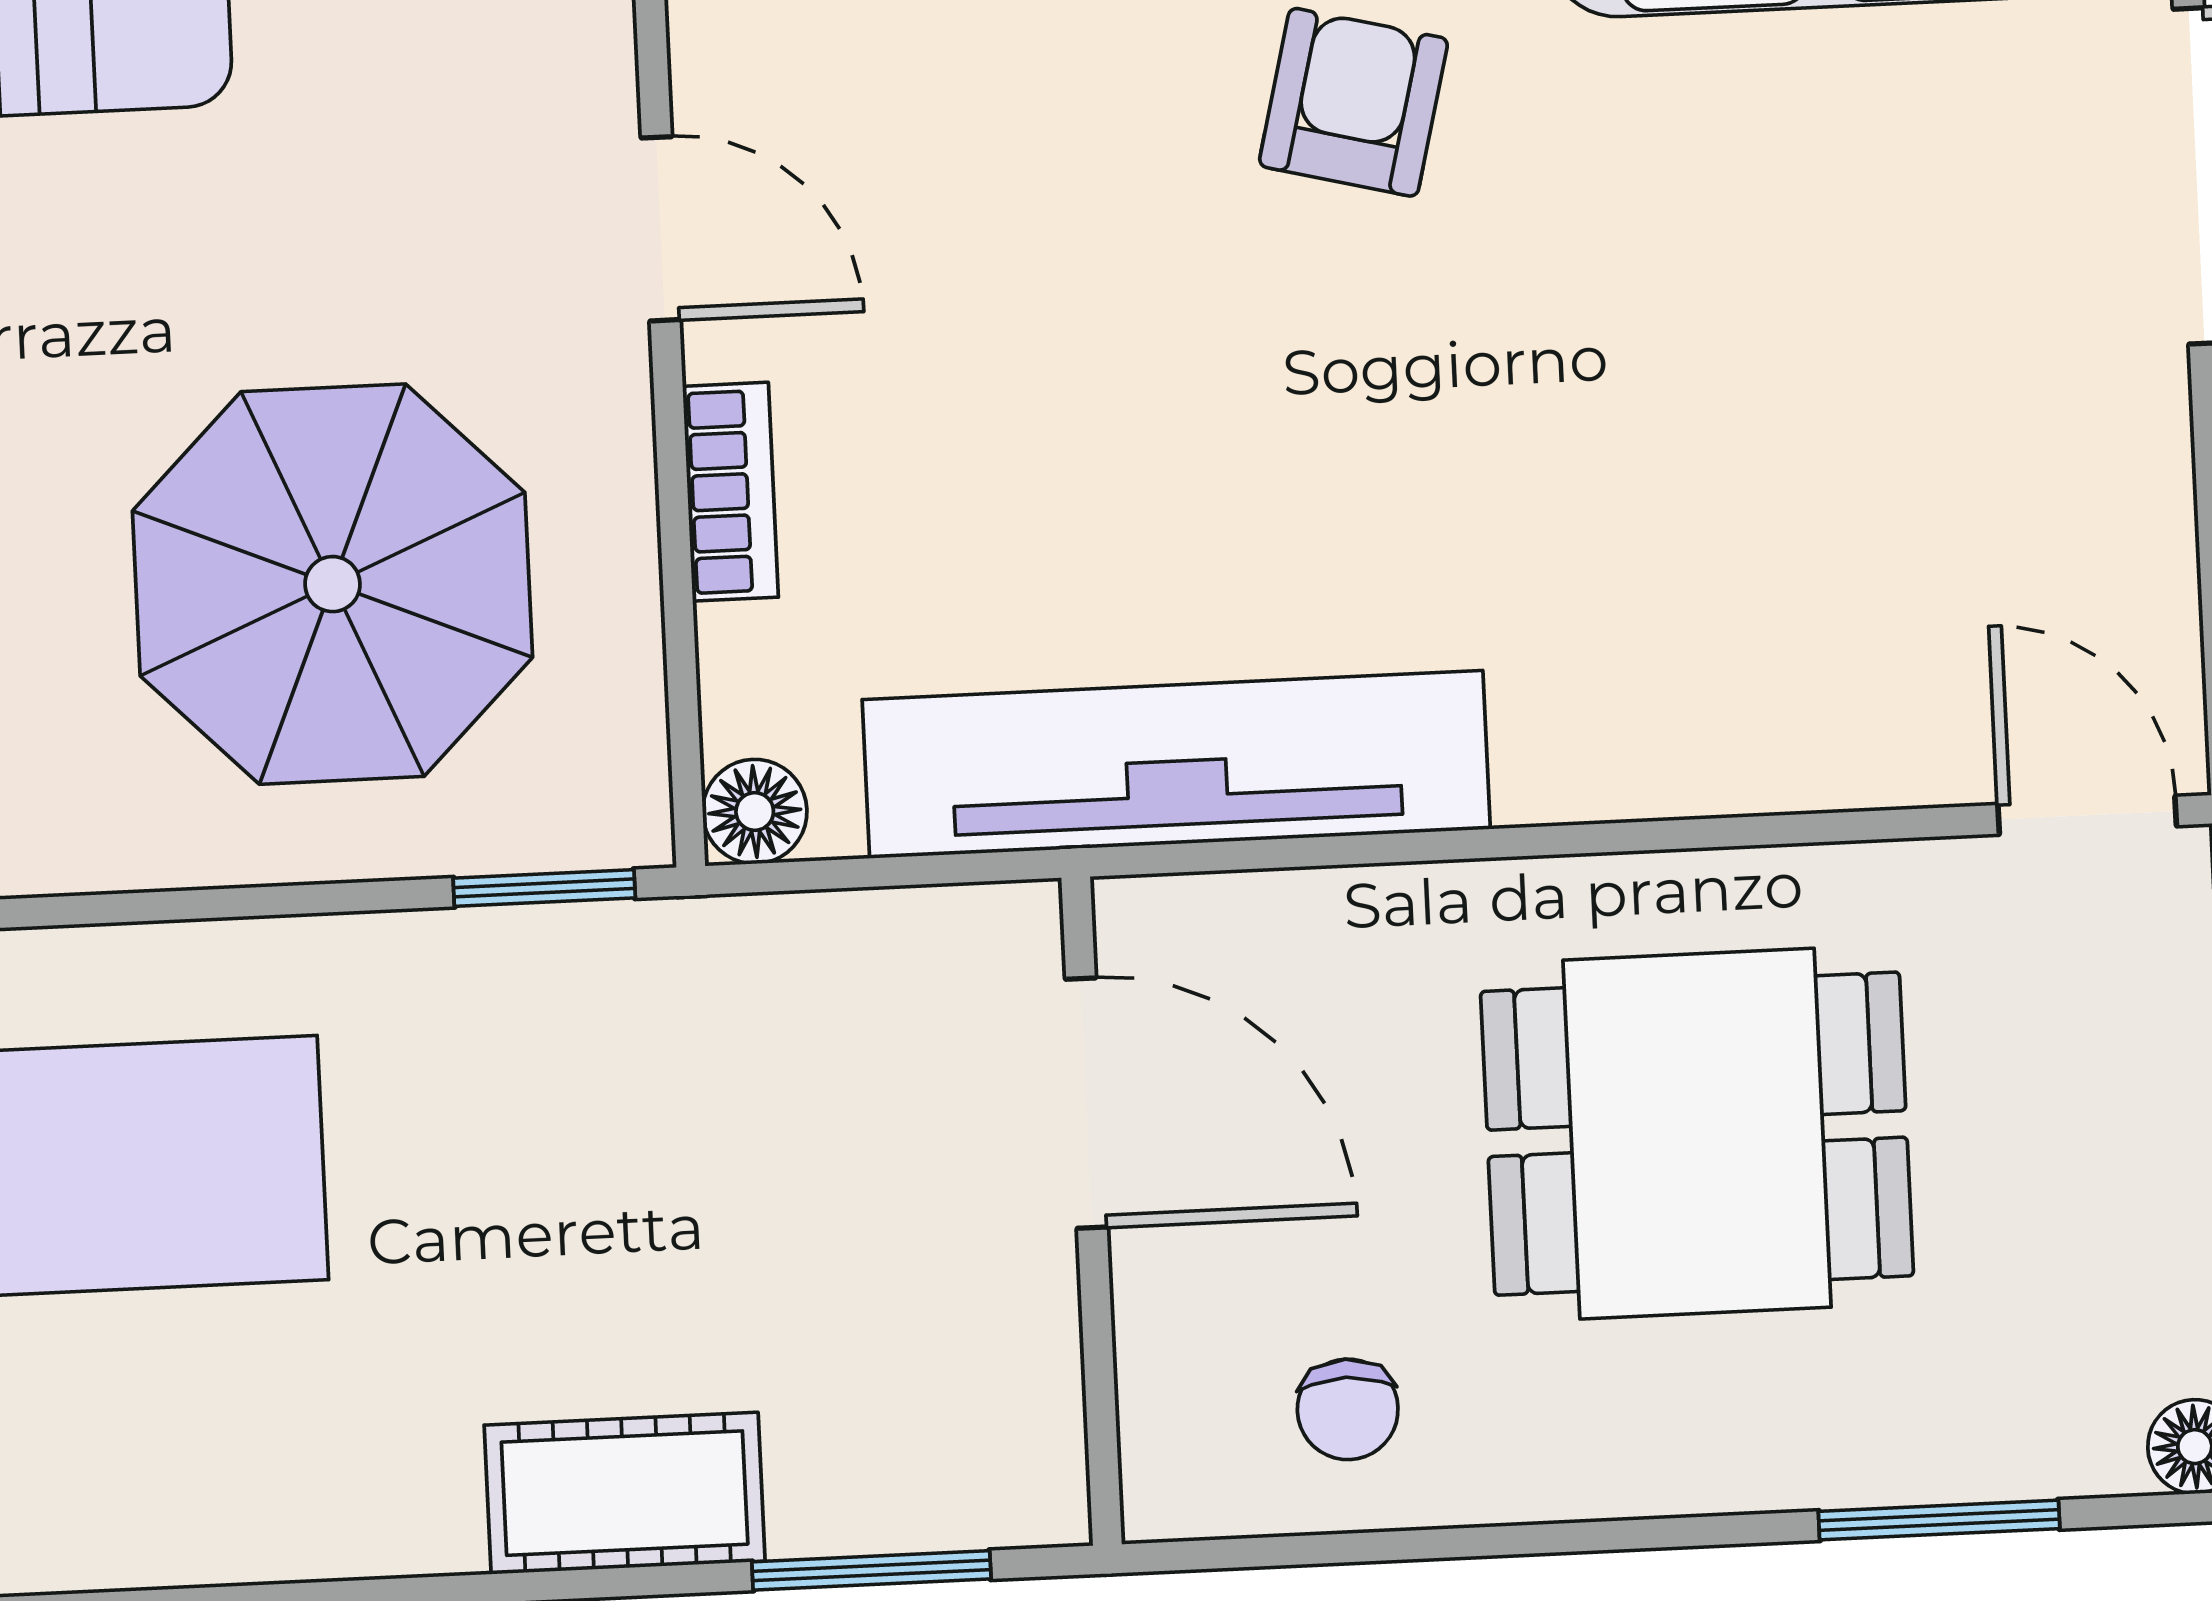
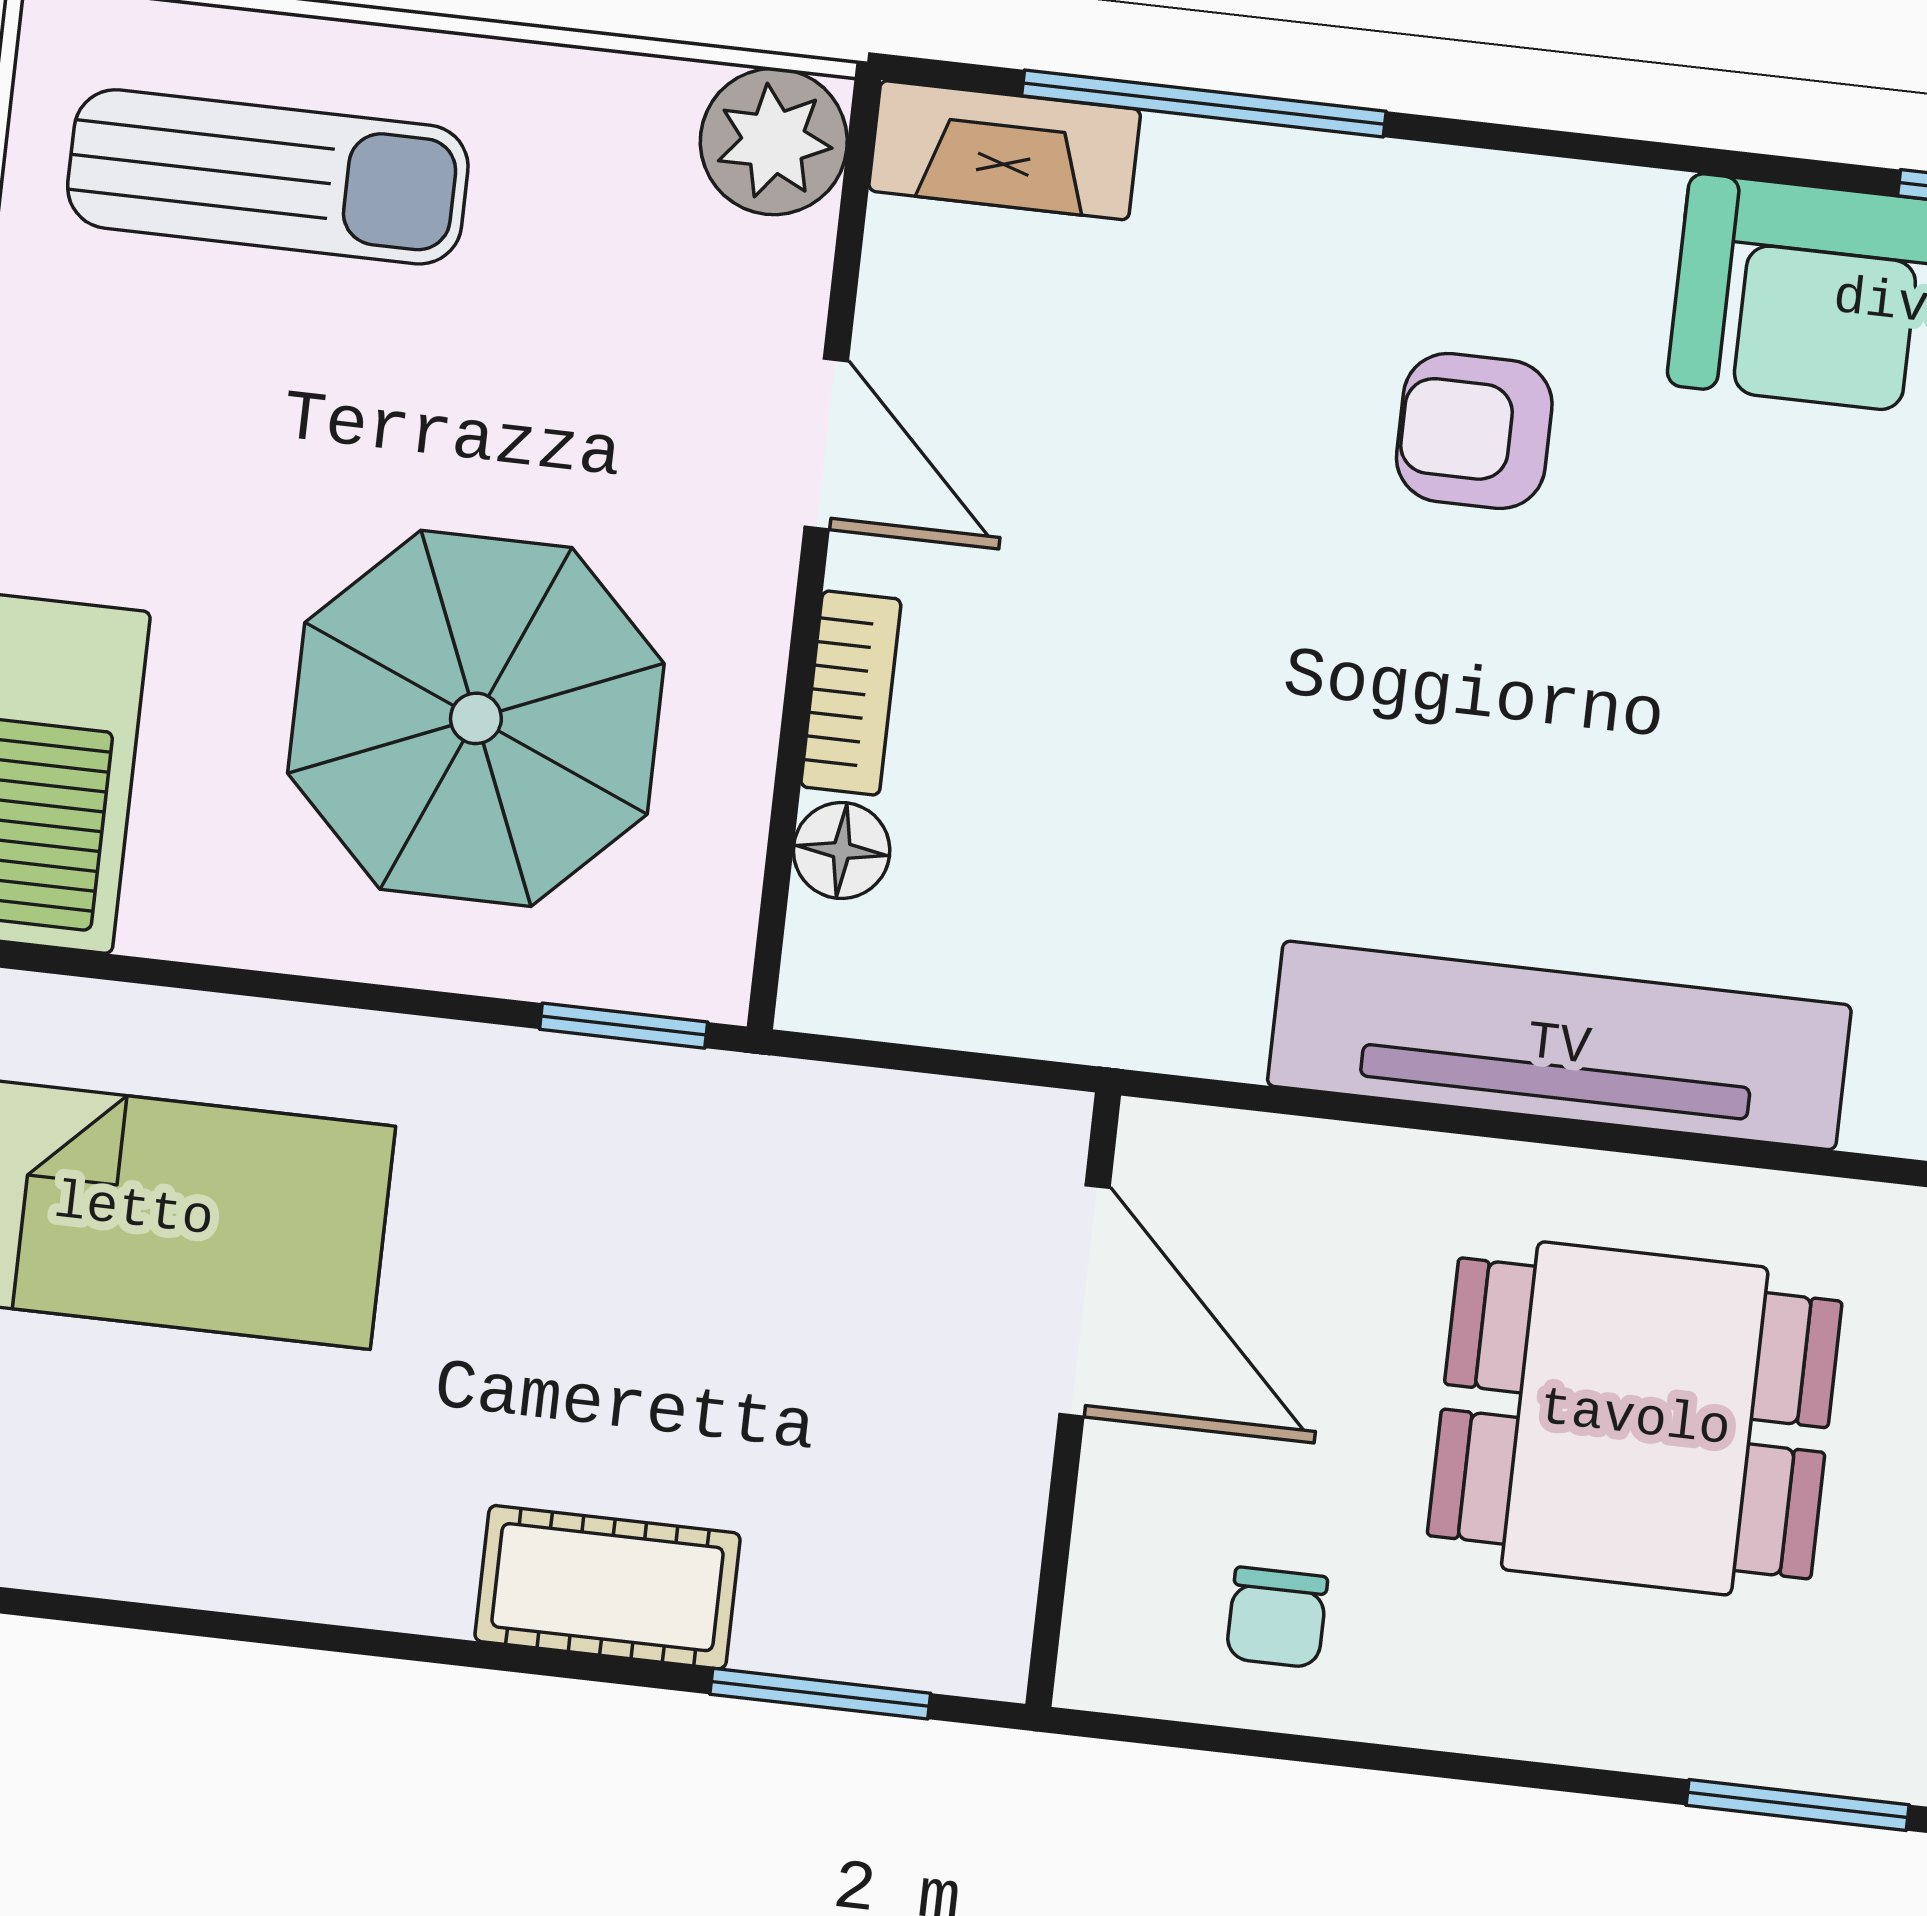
armchair: (1353, 102) -> (1474, 431), turned -104
tv unit: (1176, 764) -> (1559, 1045), moved
floor lamp: (755, 812) -> (842, 850), moved

